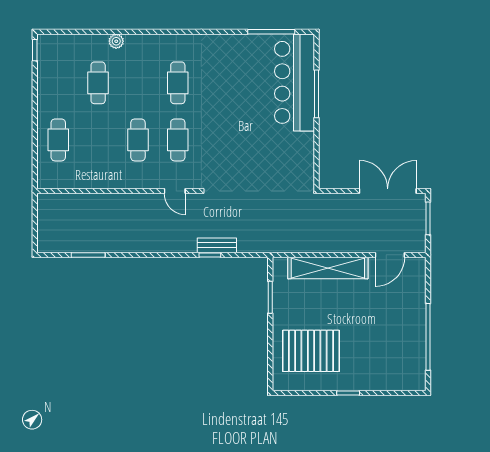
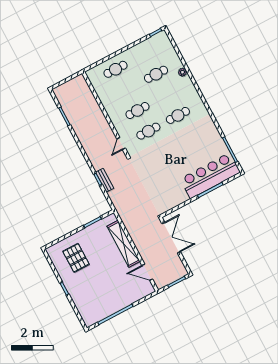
double door: (388, 191) -> (171, 238), moved
pallet: (311, 351) -> (76, 258), width x0.73, depth x0.71

